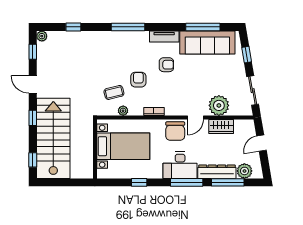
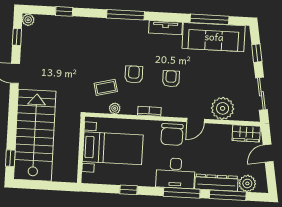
armchair: (166, 65) -> (171, 79), moved, turned -90
window: (33, 118) -> (13, 111), removed
wardrobe: (221, 127) -> (246, 133), moved

